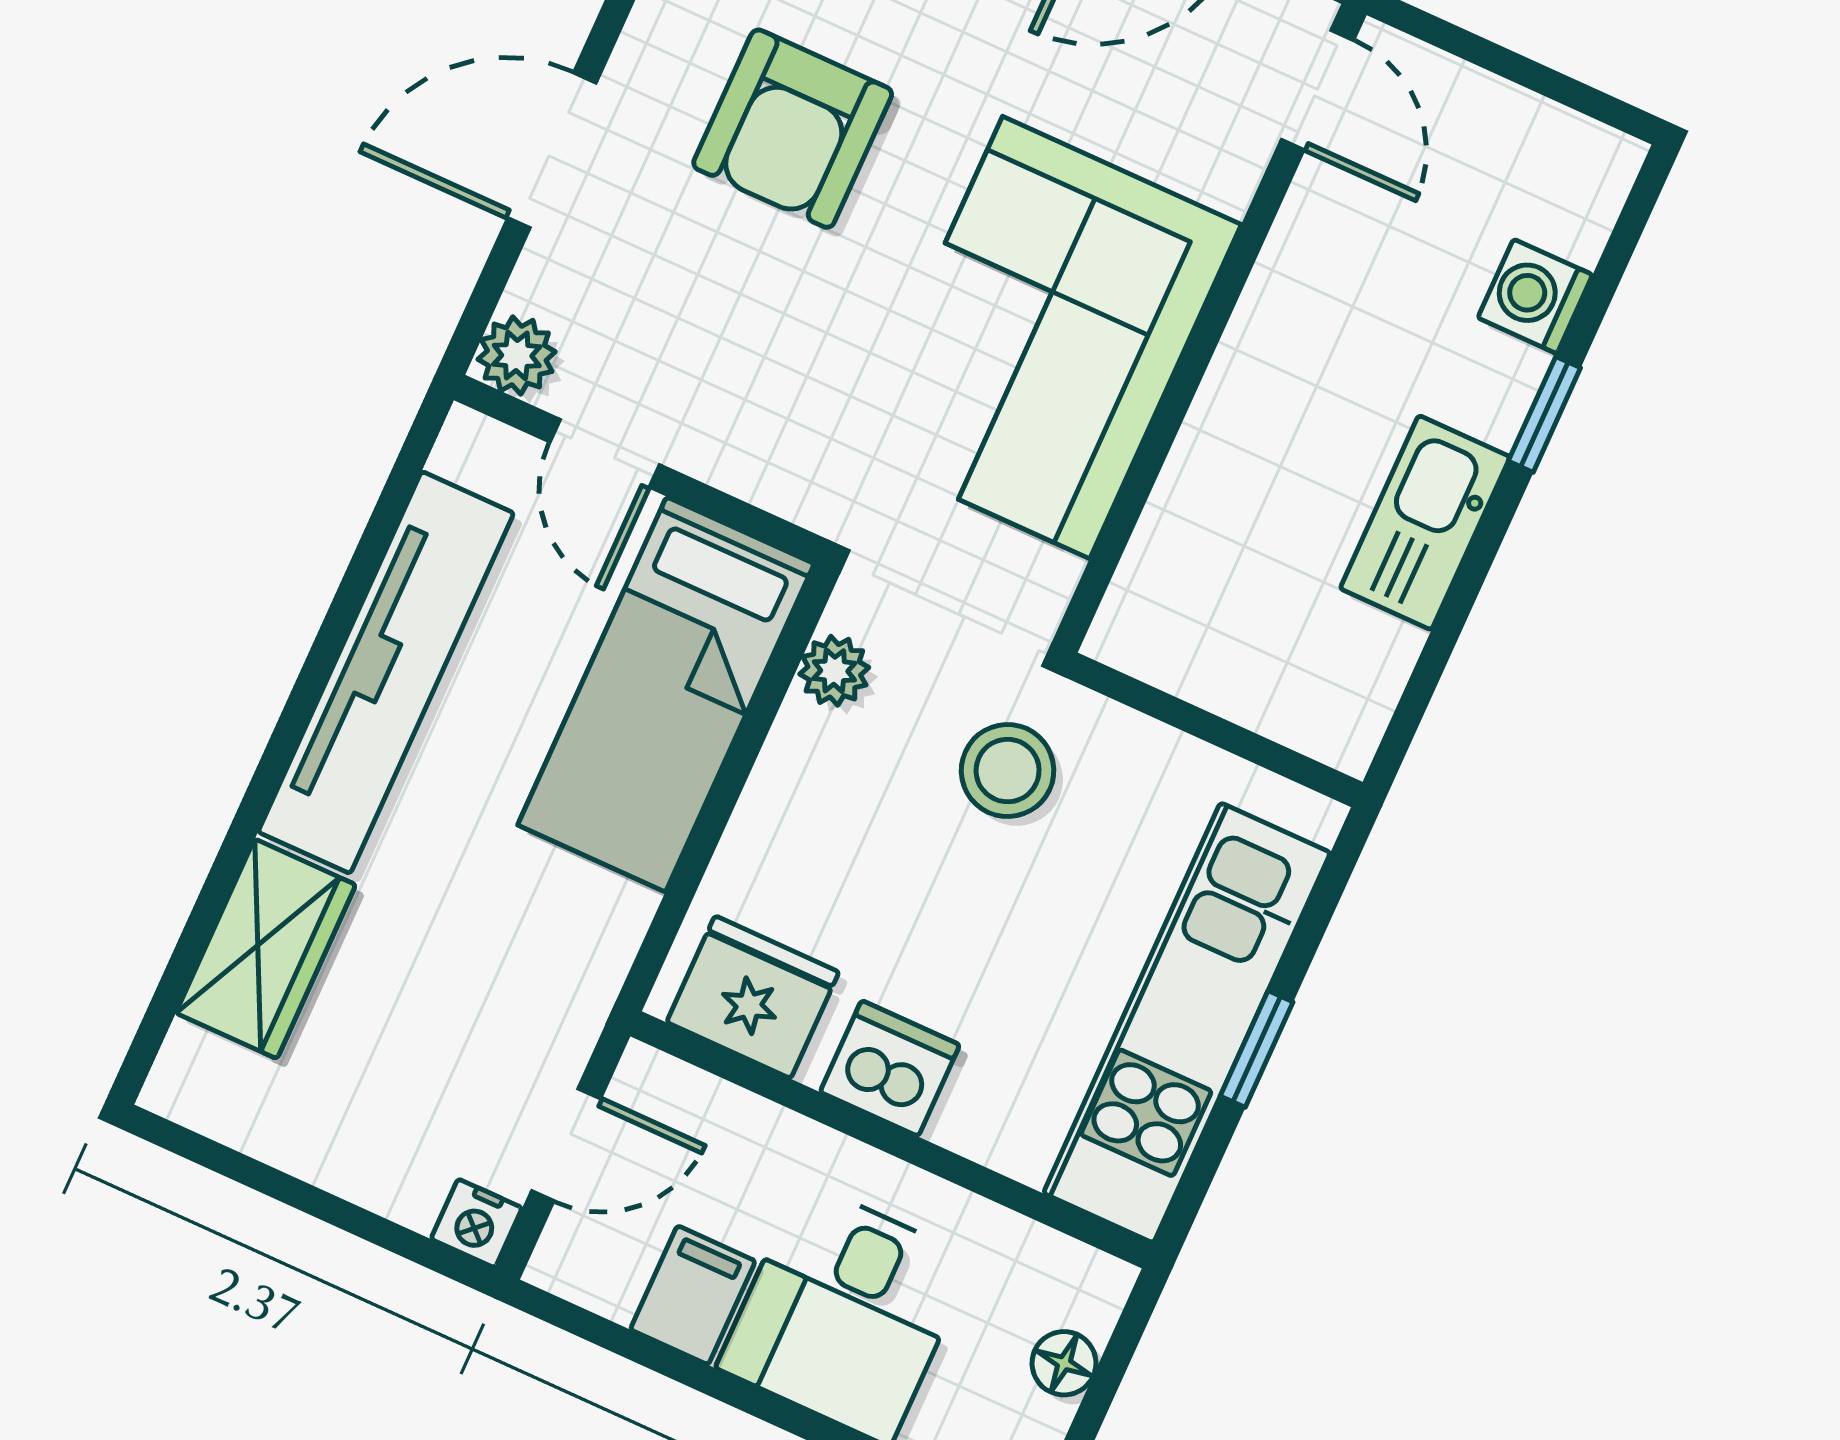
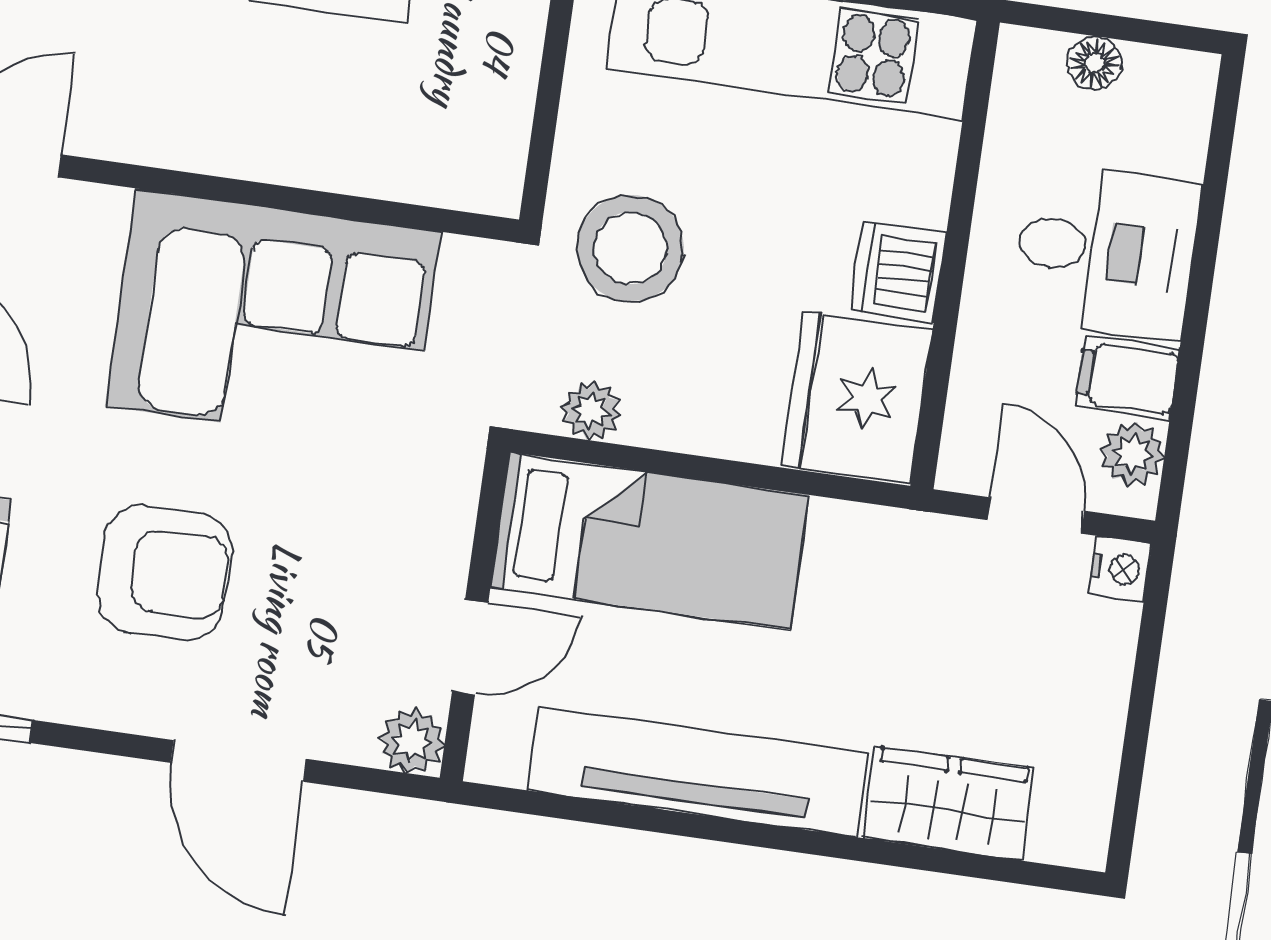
stool: (1008, 771) -> (631, 248), width x1.38, depth x1.38
fridge: (753, 997) -> (856, 397), width x1.36, depth x1.34
plant: (604, 1276) -> (1132, 454), added

